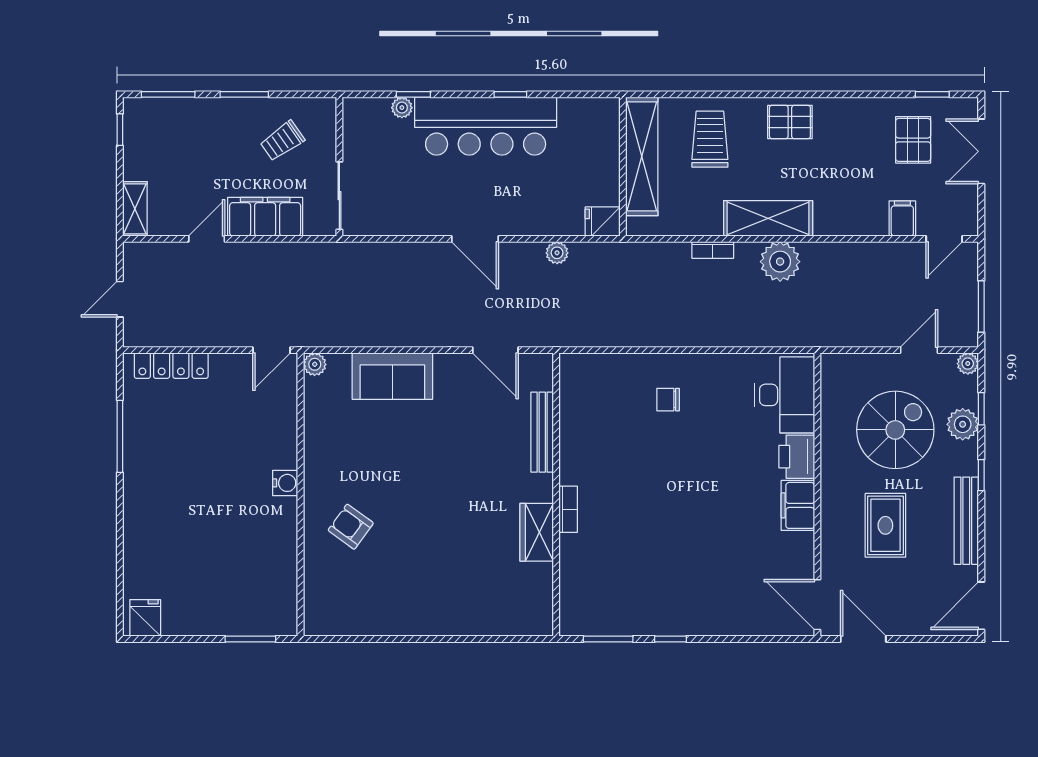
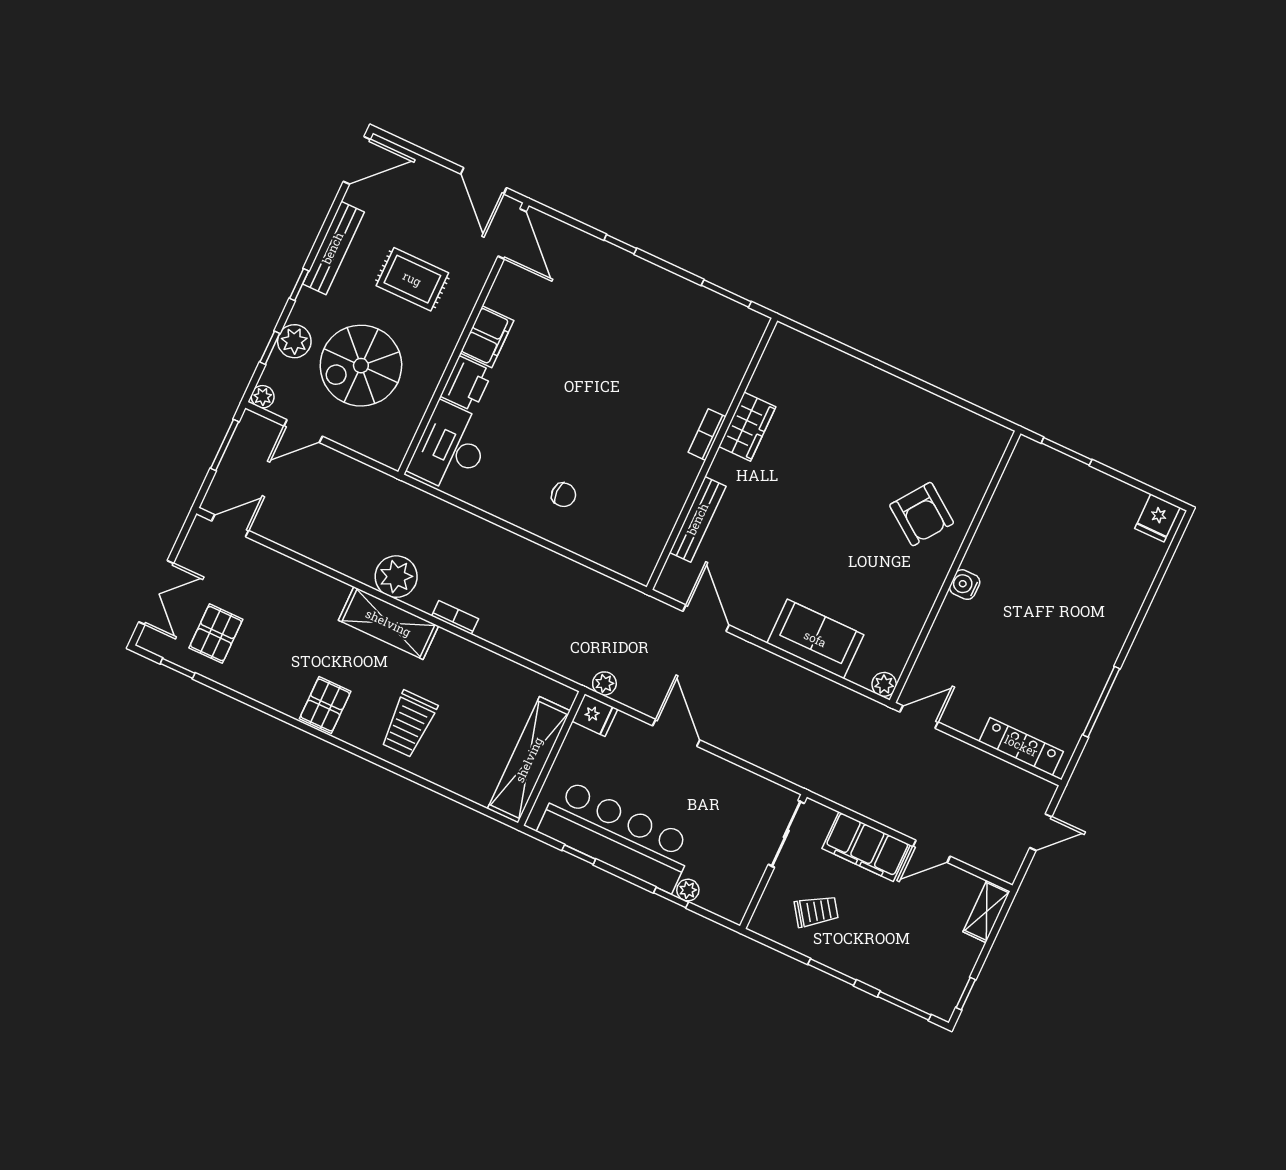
pallet: (790, 122) -> (325, 705), turned 90
shelving: (642, 156) -> (529, 760), moved
wall: (623, 167) -> (551, 758), moved
filing cabinet: (902, 218) -> (261, 564), removed
fridge: (603, 221) -> (595, 715), moved
rug: (885, 525) -> (412, 279), turned 90
armchair: (351, 527) -> (922, 514), width x1.38, depth x1.38
window: (670, 639) -> (620, 244), moved

